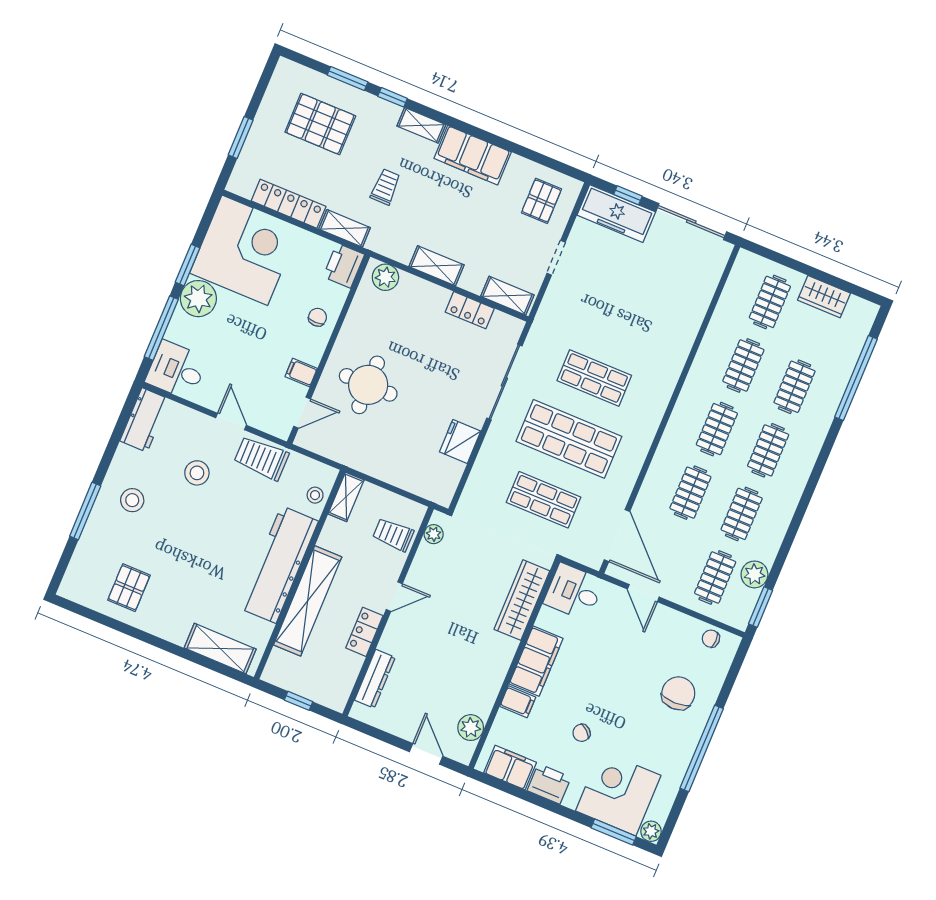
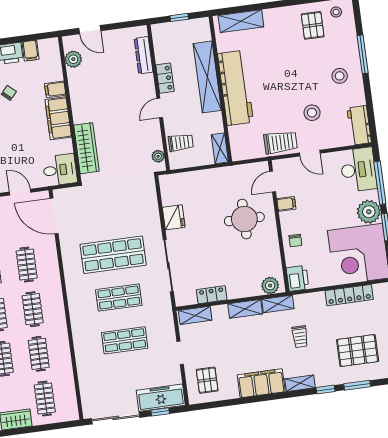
shelving: (345, 228) -> (278, 304), moved
desk: (176, 370) -> (358, 170), width x1.37
stool: (315, 495) -> (336, 12), moved
shop shelf: (544, 500) -> (125, 340), moved
filing cabinet: (510, 768) -> (31, 51), width x0.50

